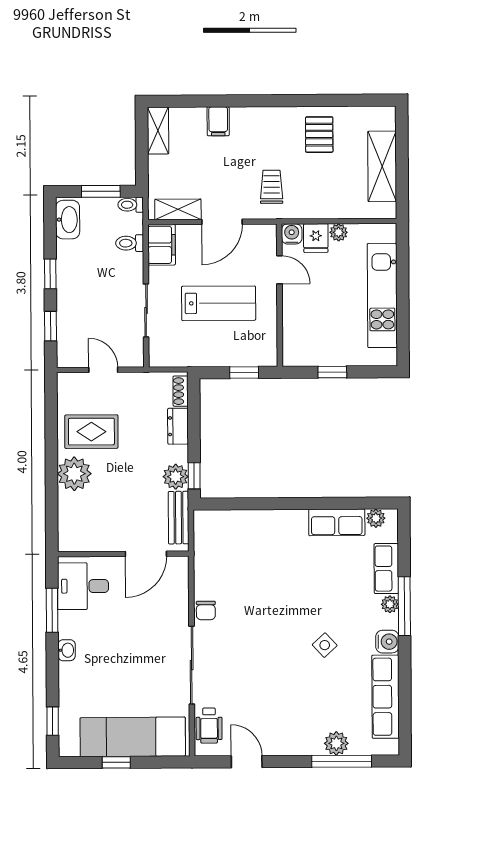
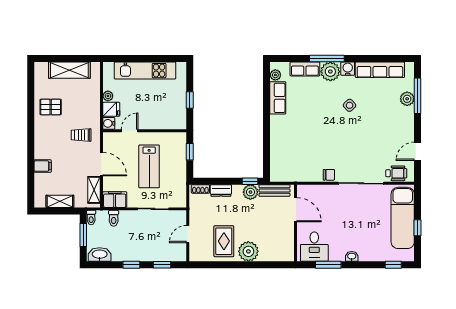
shelving: (158, 131) -> (60, 201), moved
lab bench: (219, 303) -> (149, 166), turned 180
plant: (390, 604) -> (330, 72), width x1.88, depth x1.88

